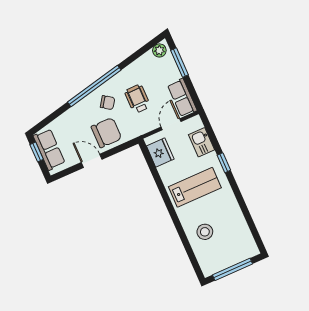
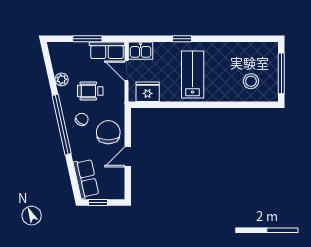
plant: (159, 50) -> (62, 79), moved
window: (179, 63) -> (87, 39), moved
kitchen sink: (202, 142) -> (140, 51), moved
row of seats: (49, 149) -> (86, 179), moved, turned 78
stool: (205, 232) -> (251, 81), moved

